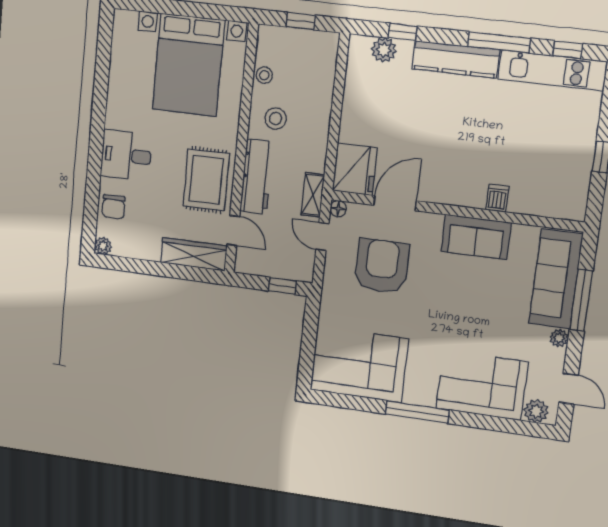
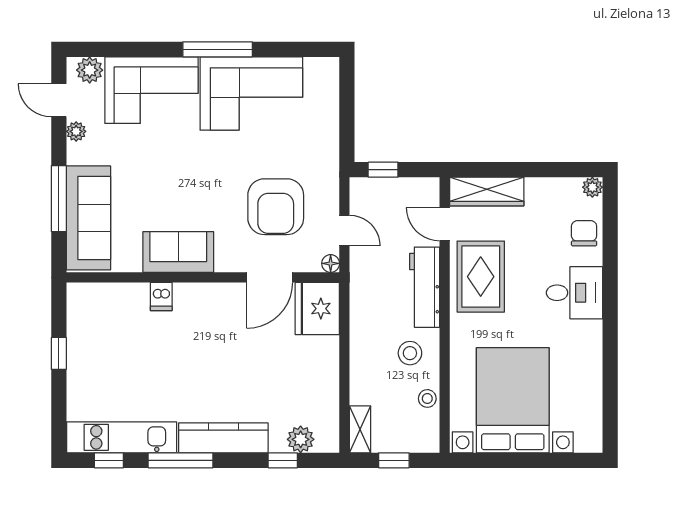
shelving: (313, 195) -> (360, 429), moved
plant: (559, 338) -> (76, 131), moved
corner sofa: (359, 364) -> (251, 94), moved

